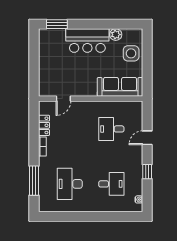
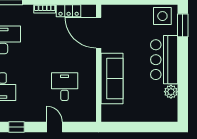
side table: (131, 53) -> (162, 16), moved
sofa: (120, 87) -> (112, 78), moved
door: (63, 99) -> (99, 33), width x1.88

